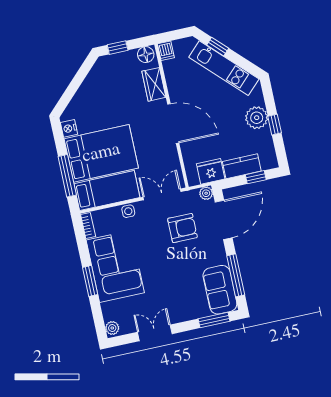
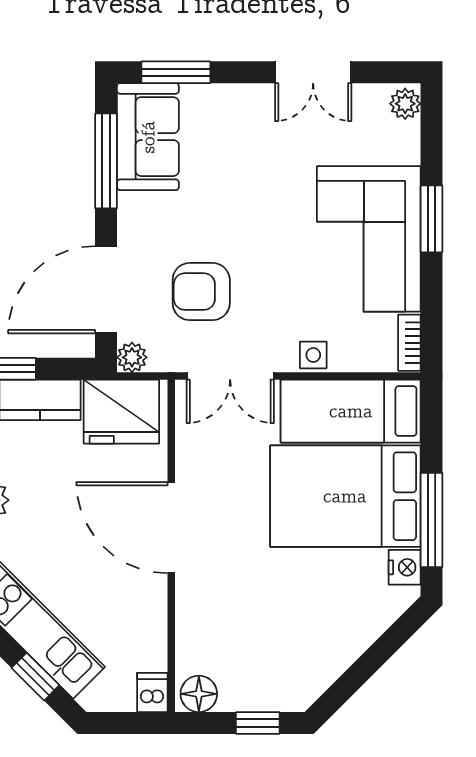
wardrobe: (154, 84) -> (195, 624), removed
fridge: (211, 171) -> (121, 412), width x1.36, depth x1.34
window: (67, 176) -> (431, 520), moved

